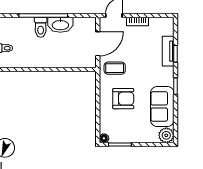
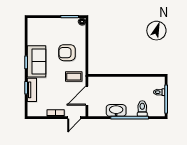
toilet: (41, 27) -> (142, 108), moved
sofa: (162, 106) -> (36, 61), moved
plant: (166, 135) -> (33, 24), removed

